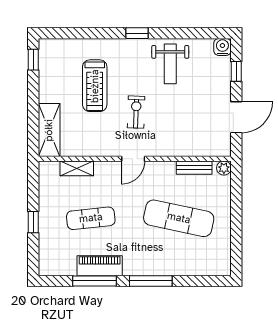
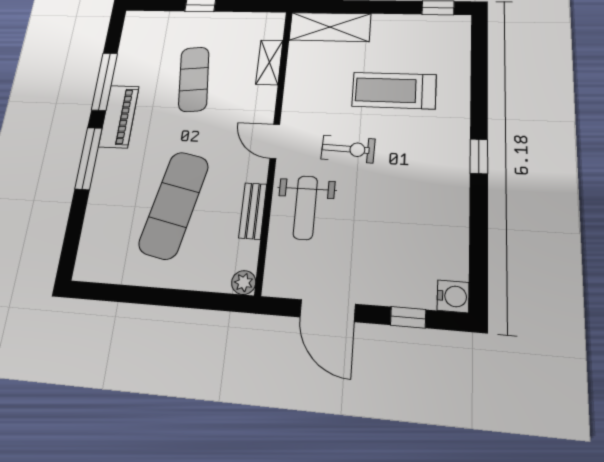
weight bench: (170, 64) -> (305, 207), moved, turned -90
bench: (194, 168) -> (253, 211), moved
piano: (100, 266) -> (119, 116), moved

